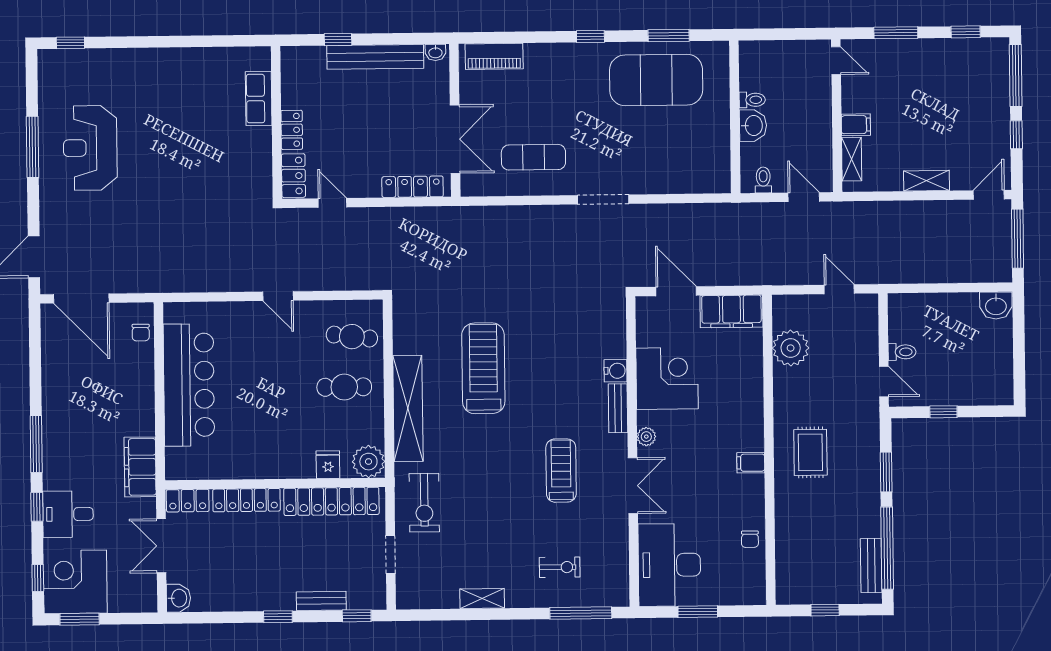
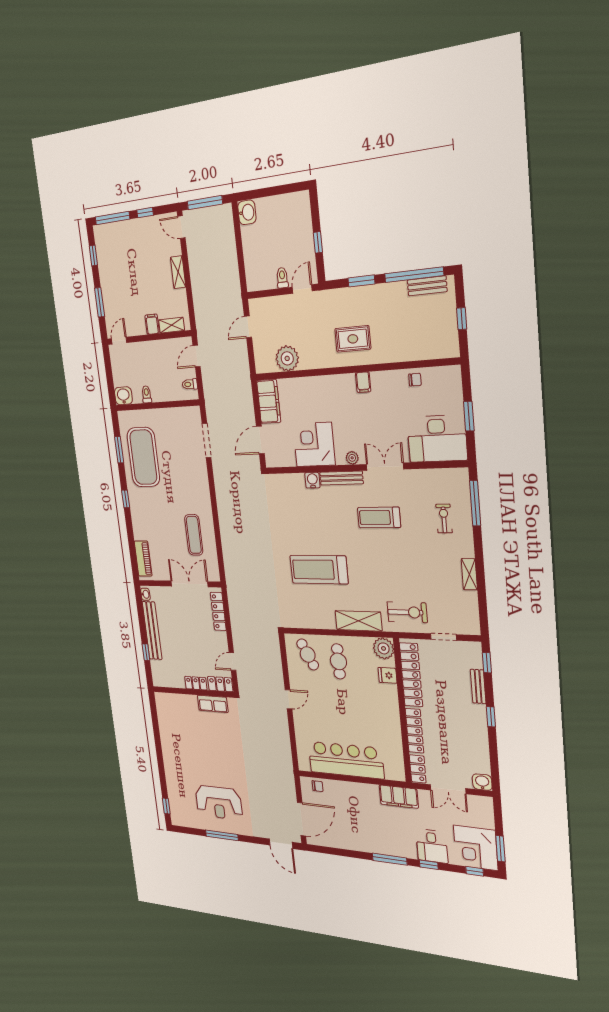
row of seats: (259, 98) -> (213, 704), moved
washbasin: (753, 125) -> (123, 396), moved
doorway: (603, 200) -> (206, 441), moved
cafe table: (352, 337) -> (308, 654), turned -33
shelving: (408, 408) -> (358, 621), width x0.68
bench: (618, 408) -> (341, 478), width x1.36

